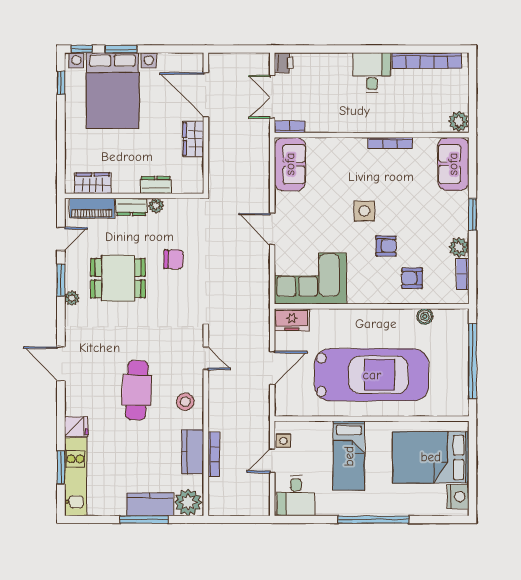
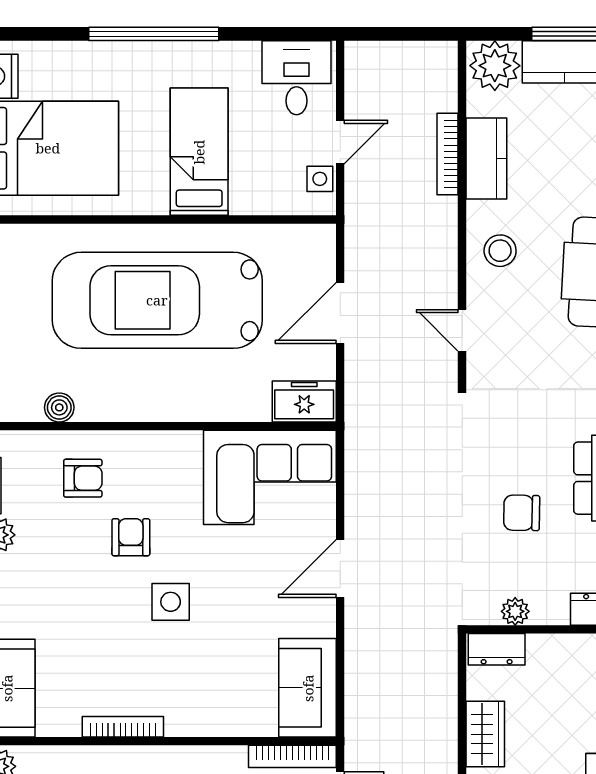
bookcase: (290, 127) -> (292, 756), width x1.56
dresser: (156, 185) -> (497, 649), moved
plant: (156, 206) -> (515, 611), moved
door: (272, 229) -> (340, 569), swing flipped
armchair: (386, 246) -> (131, 537), turned 90

